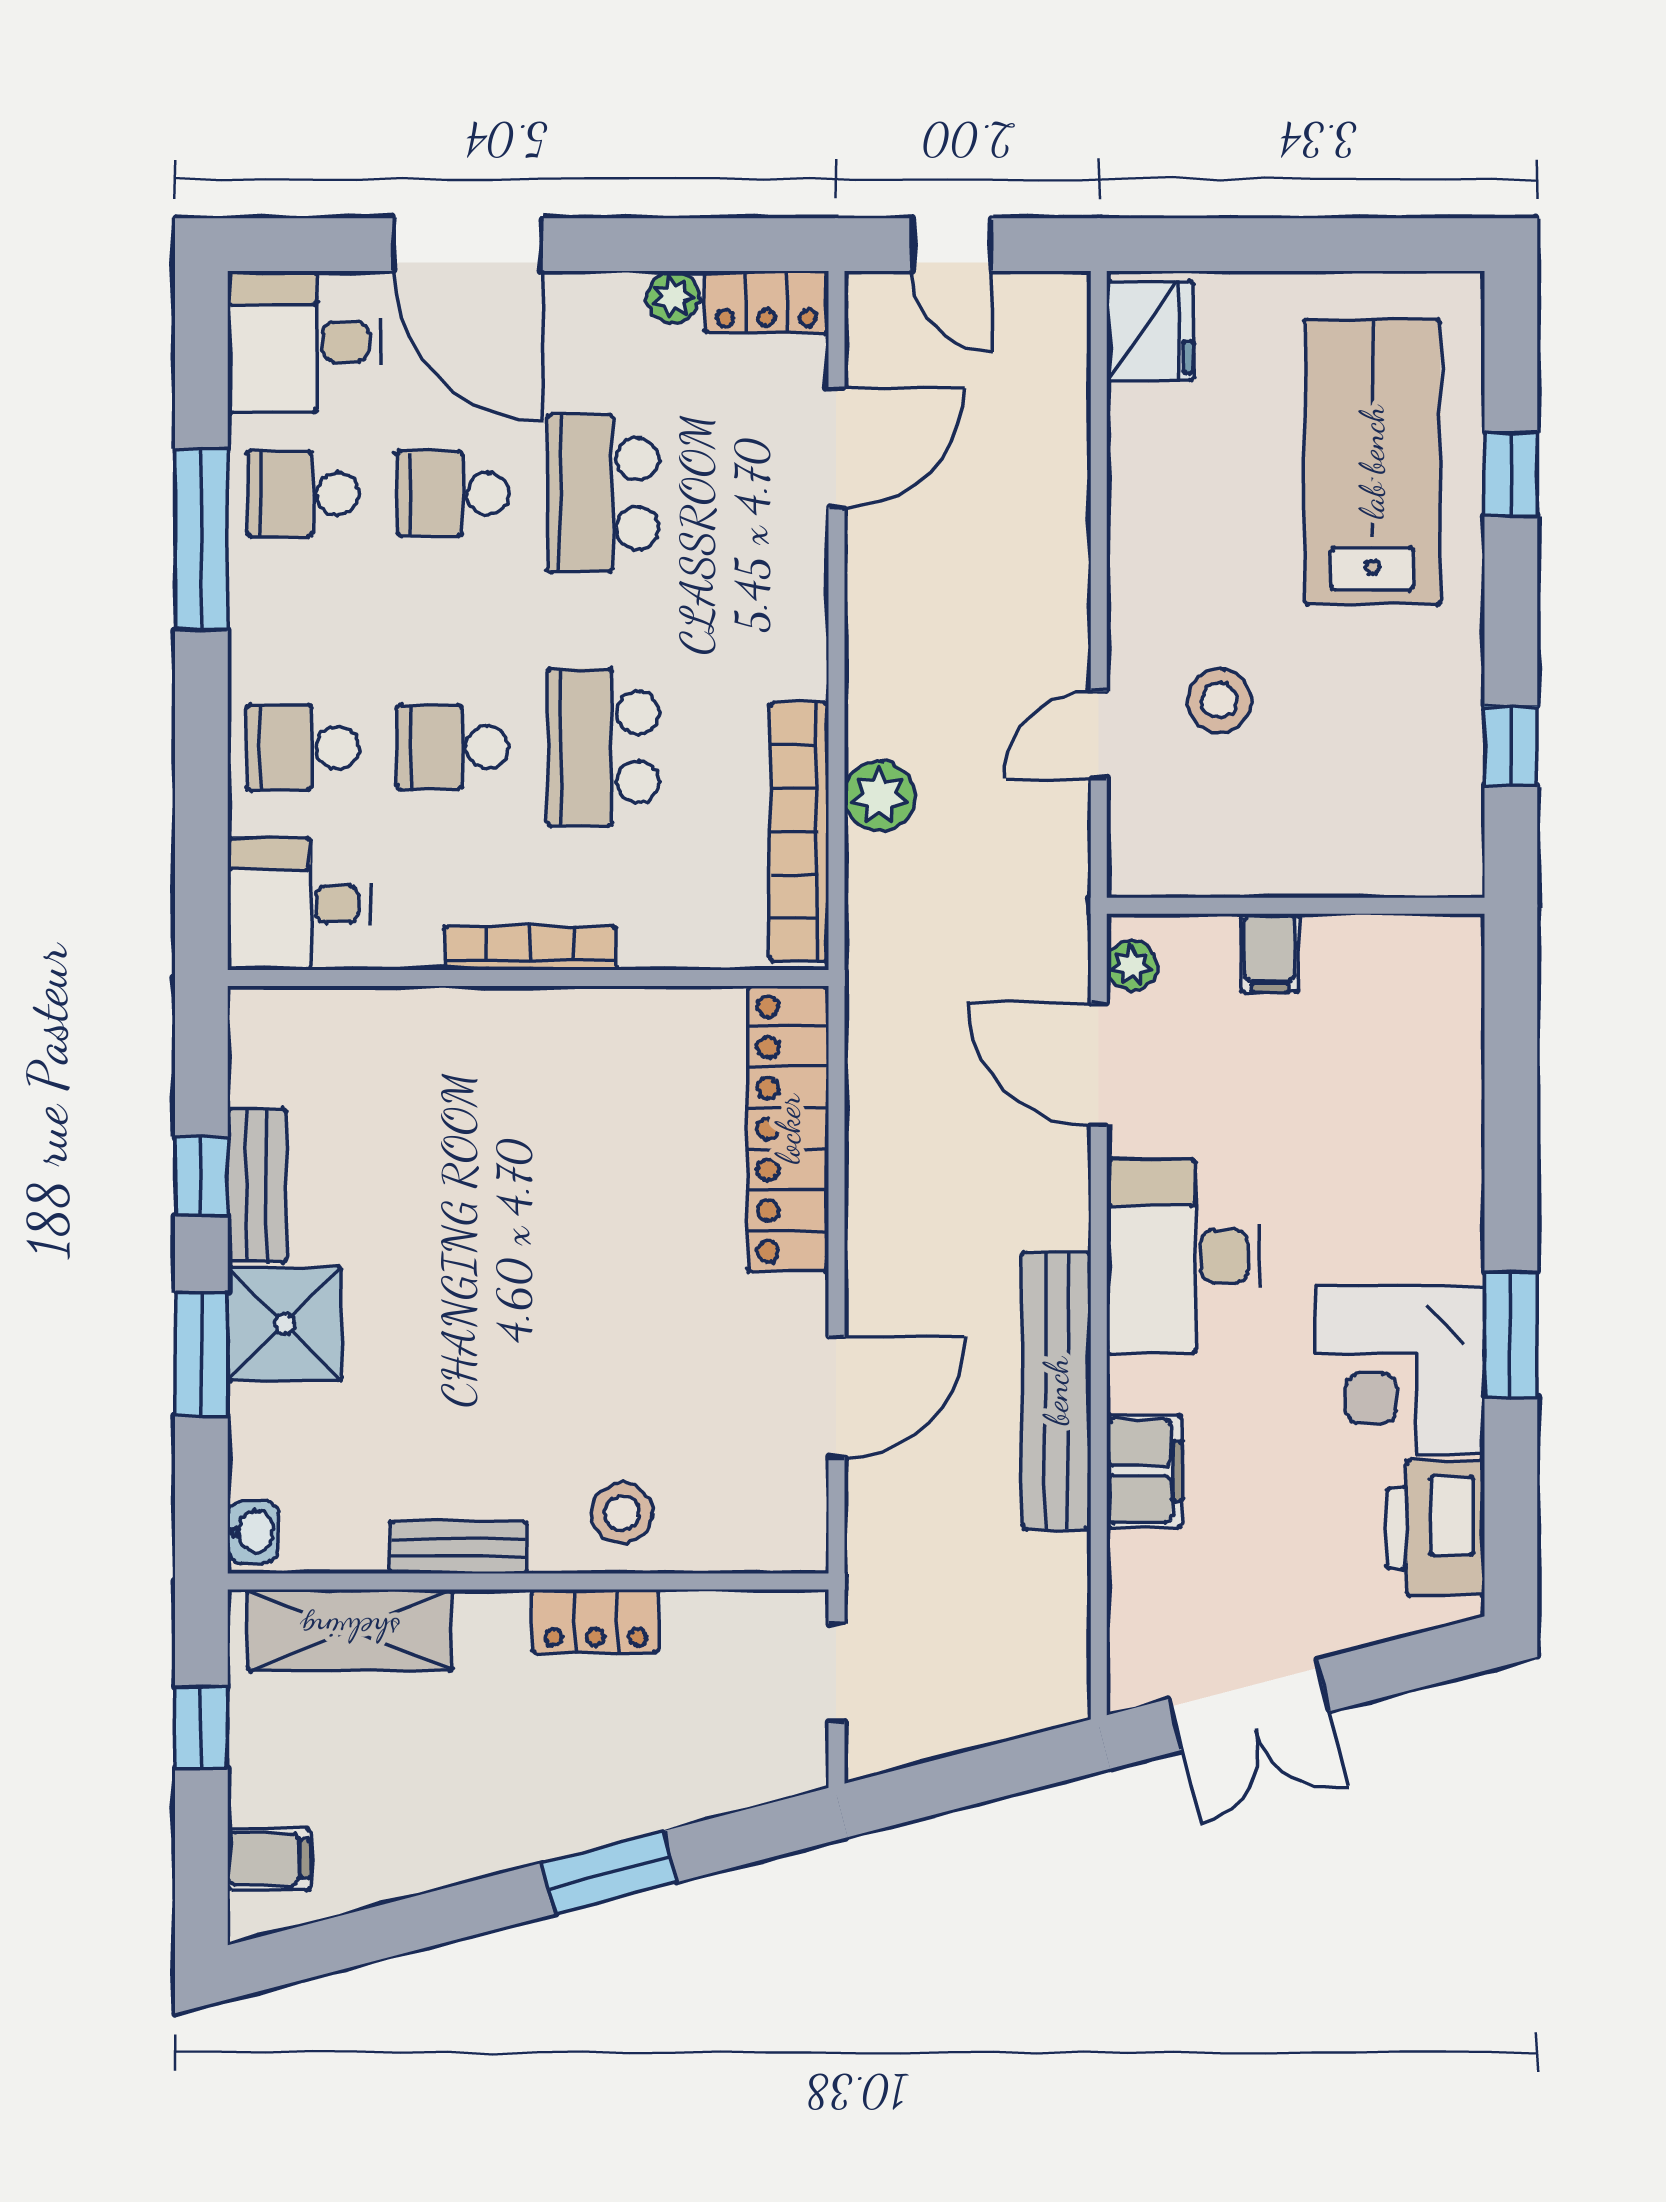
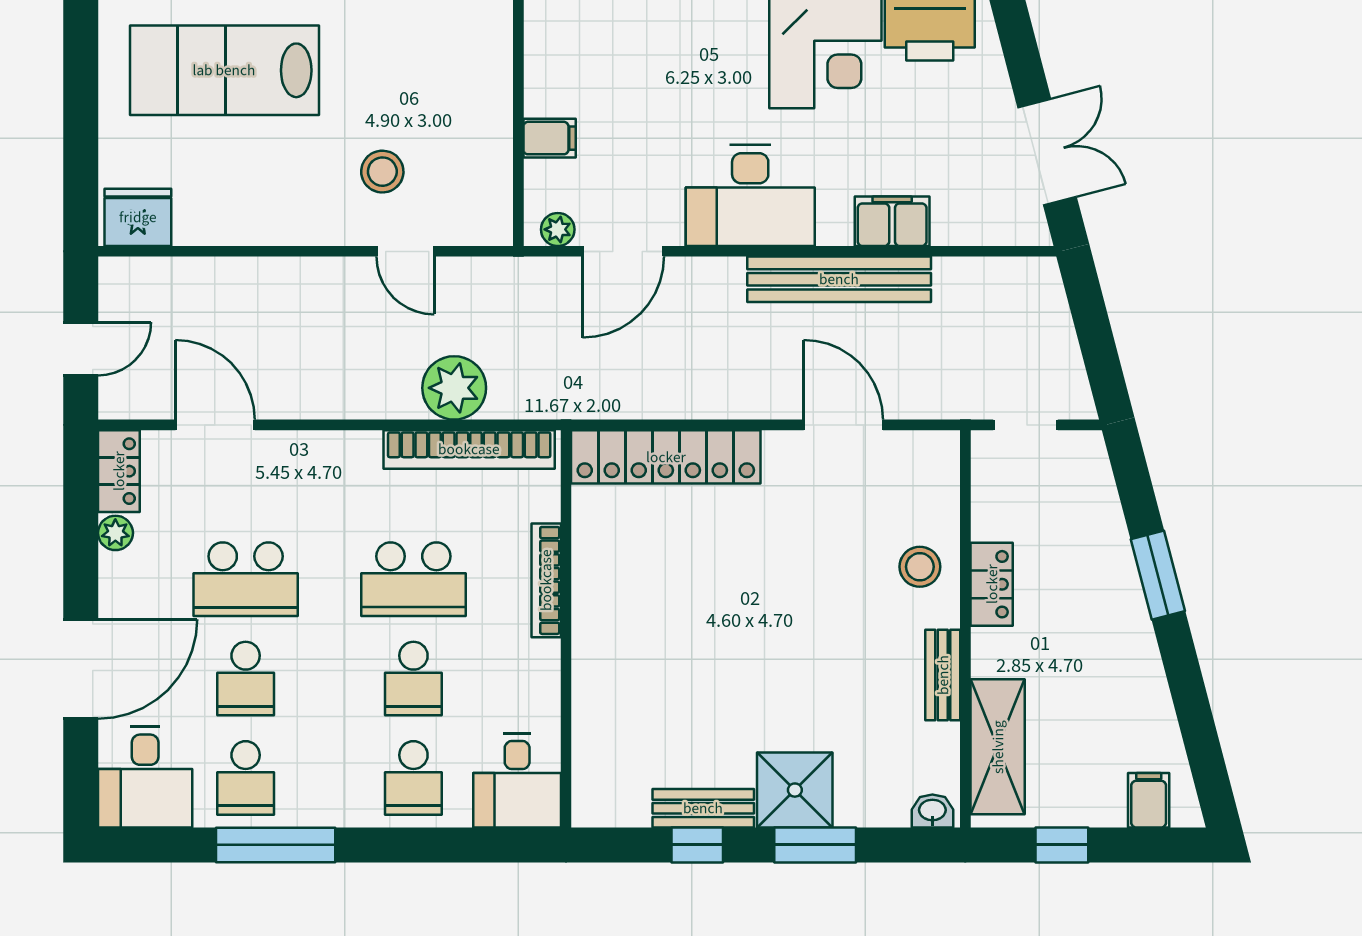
plant: (880, 796) -> (454, 388), width x1.36, depth x1.36
bookcase: (530, 948) -> (546, 580), moved

